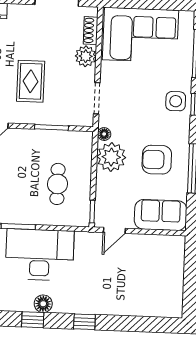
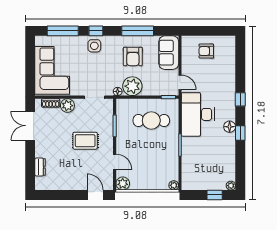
cafe table: (58, 184) -> (151, 121), width x1.37, depth x1.35
desk: (40, 255) -> (198, 114), moved
armchair: (161, 273) -> (206, 51), added

